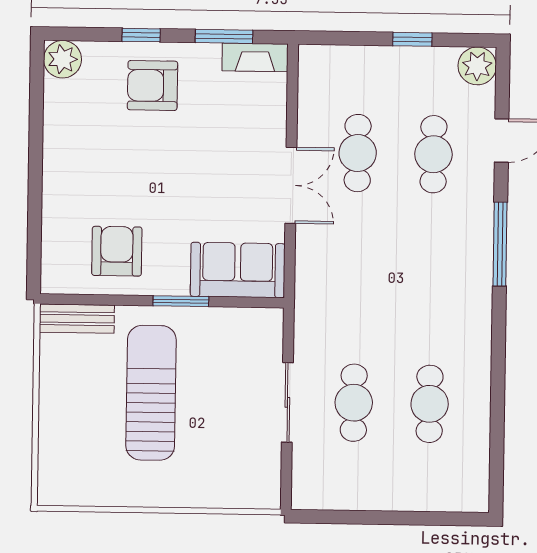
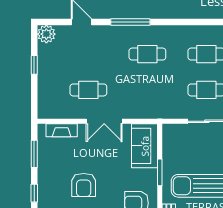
fireplace: (255, 57) -> (62, 130), moved, turned 90
armchair: (152, 85) -> (84, 185), moved
cafe table: (433, 154) -> (147, 54), moved
double door: (291, 185) -> (104, 121), swing flipped

